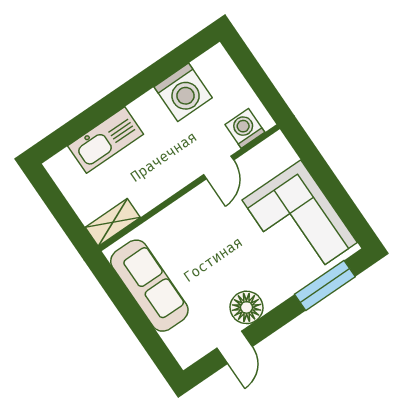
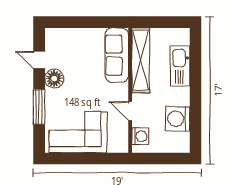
shelving: (113, 222) -> (141, 60), width x2.20, depth x1.33
window: (325, 285) -> (39, 107), moved
sofa: (149, 286) -> (117, 55), moved, turned 90

